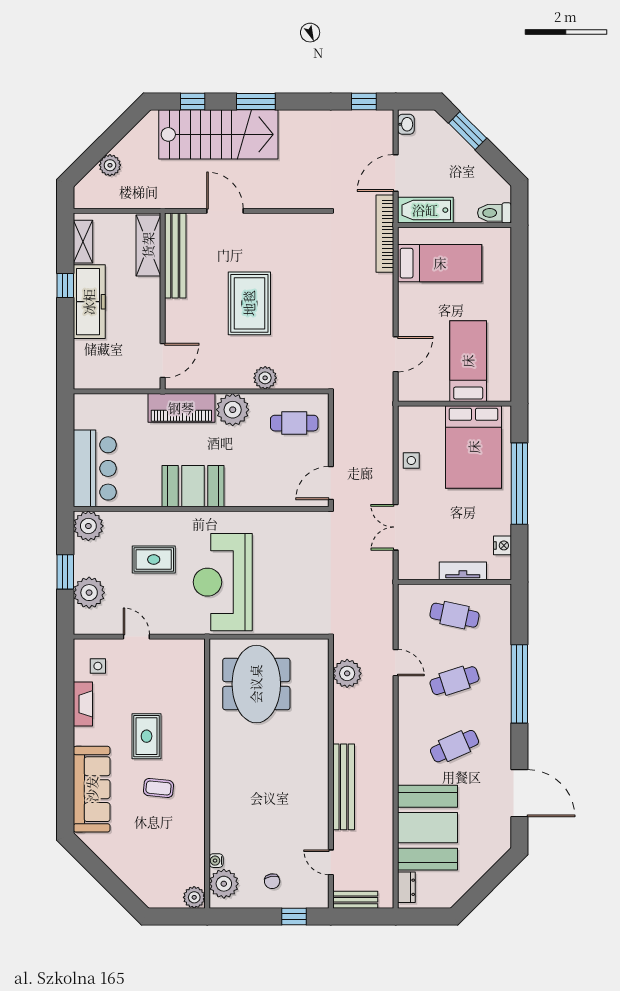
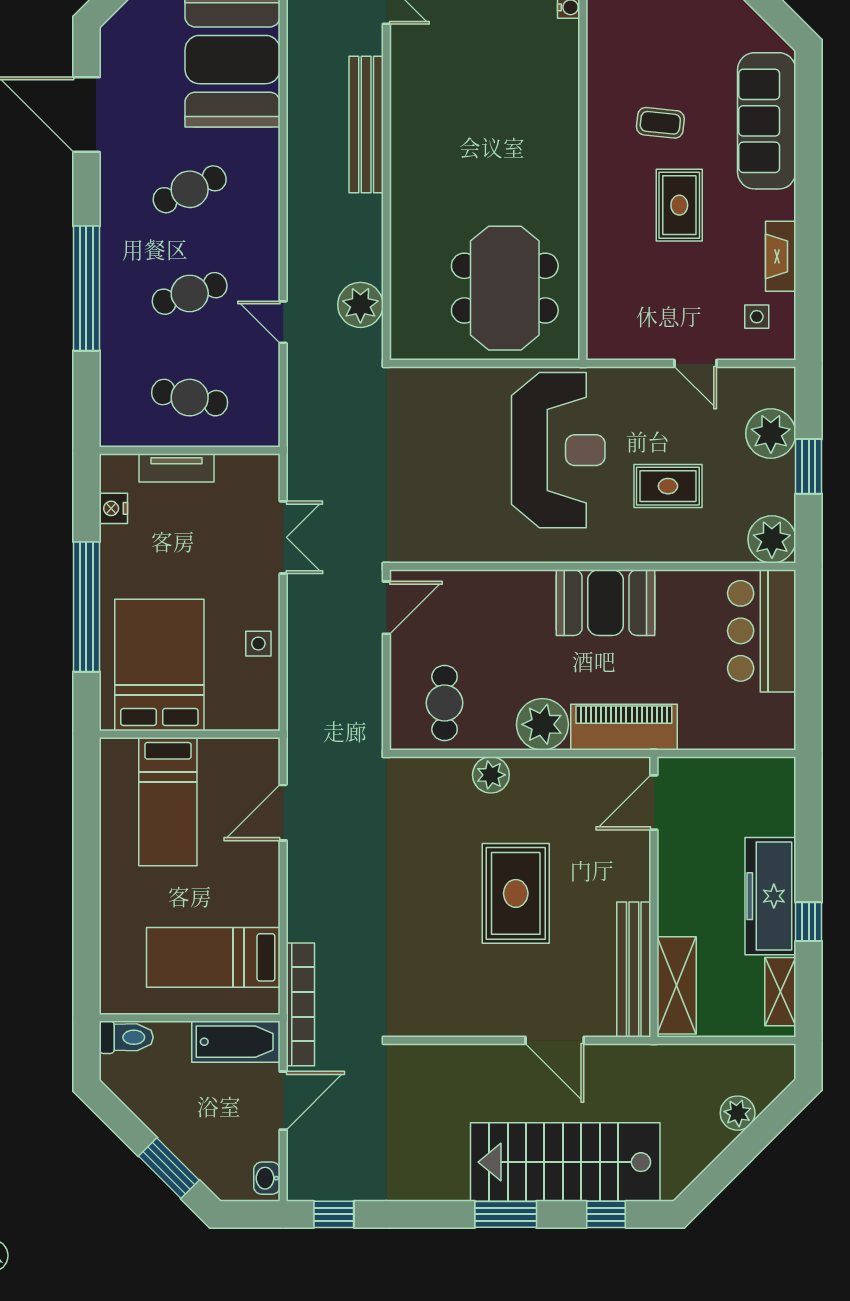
cafe table: (294, 423) -> (445, 703), turned 90

